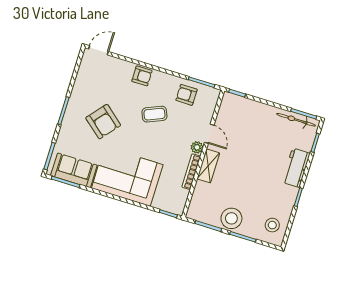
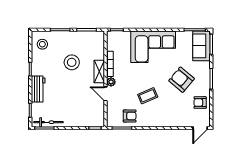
armchair: (142, 76) -> (200, 103), moved
sofa: (74, 170) -> (202, 46), moved, turned 90
stool: (231, 218) -> (72, 62), moved

